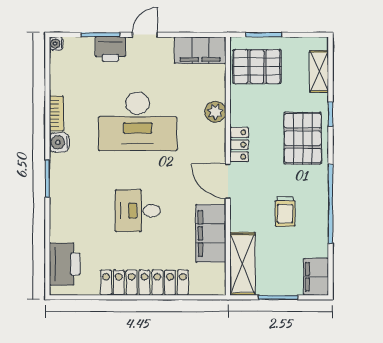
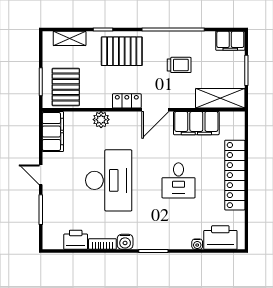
water cooler: (56, 44) -> (197, 244), moved
printer: (110, 49) -> (76, 240), moved, turned -90

